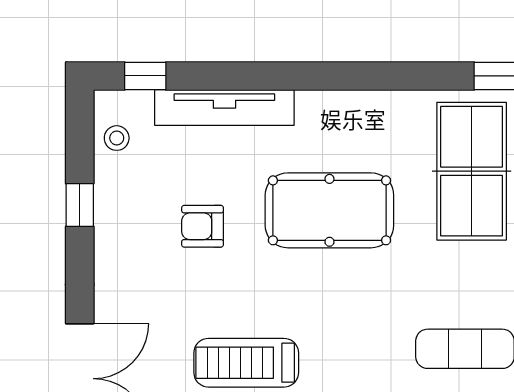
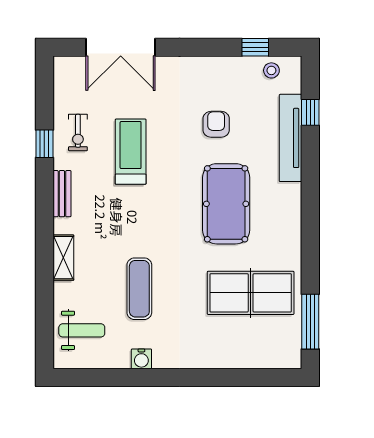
window: (145, 76) -> (310, 112), moved
window: (80, 205) -> (255, 47), moved

